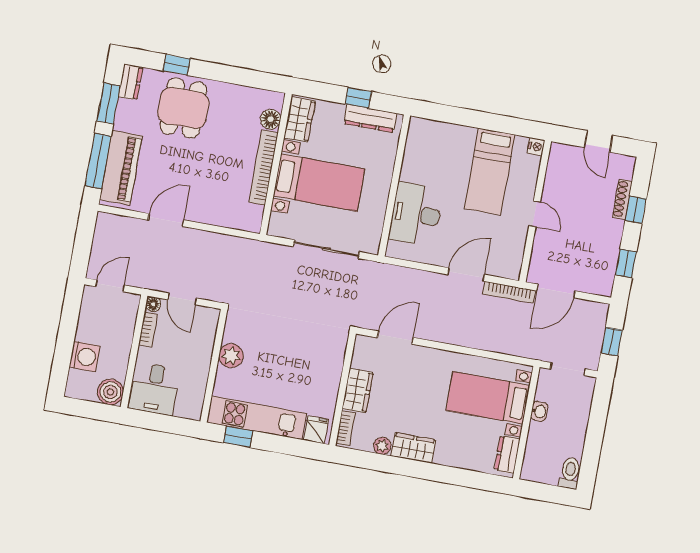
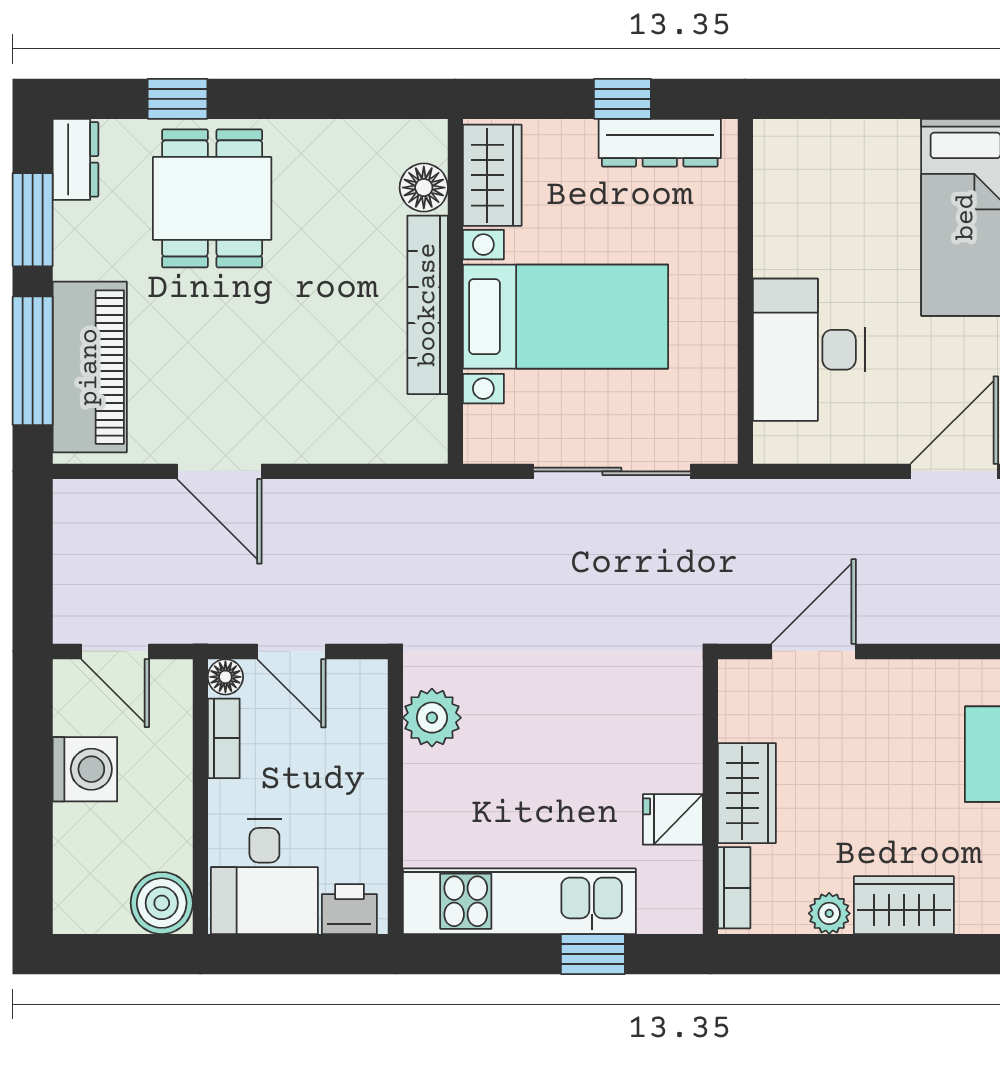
door: (166, 220) -> (219, 471), swing flipped
door: (110, 286) -> (115, 651), swing flipped
plant: (231, 356) -> (432, 718), moved
washing machine: (85, 357) -> (85, 769), moved
printer: (187, 408) -> (349, 909), added
fridge: (316, 430) -> (673, 819), moved, turned -90
window: (238, 437) -> (593, 954), moved

